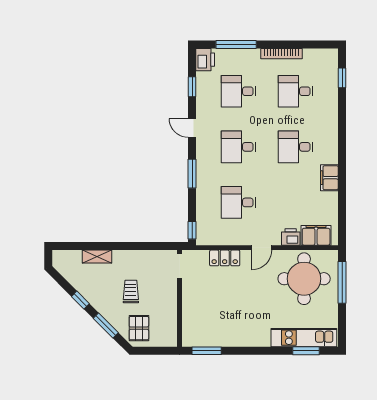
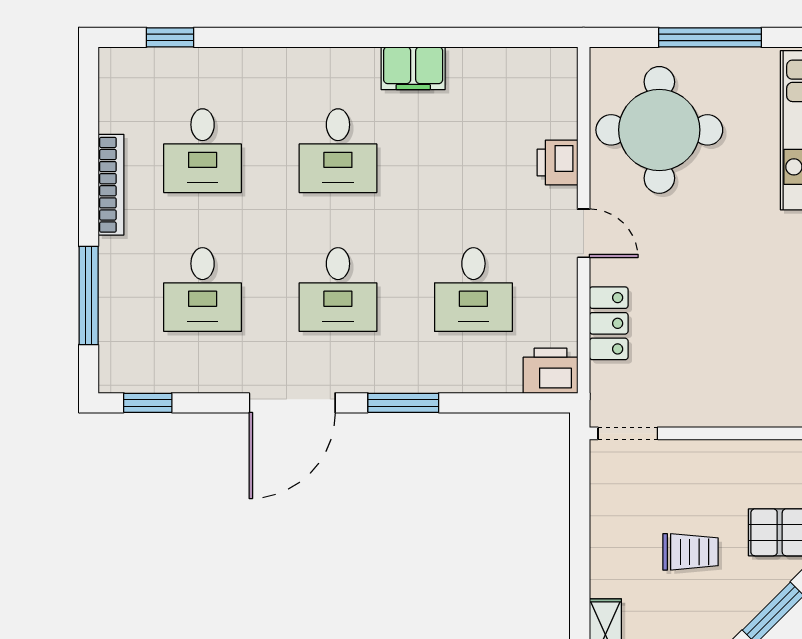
printer: (205, 60) -> (551, 371), moved
window: (192, 87) -> (148, 403), moved
door: (192, 128) -> (292, 403), width x1.88
window: (192, 230) -> (541, 403), removed
filing cabinet: (316, 235) -> (554, 101), removed
window: (342, 282) -> (710, 37), moved
trolley: (131, 292) -> (691, 552), turned 180

